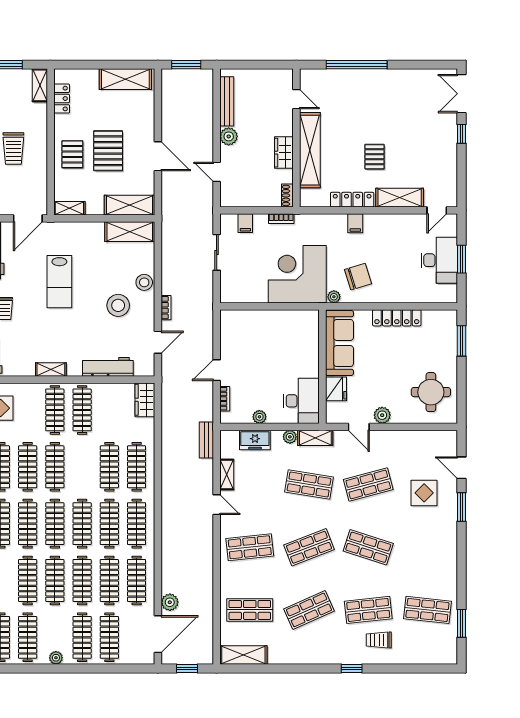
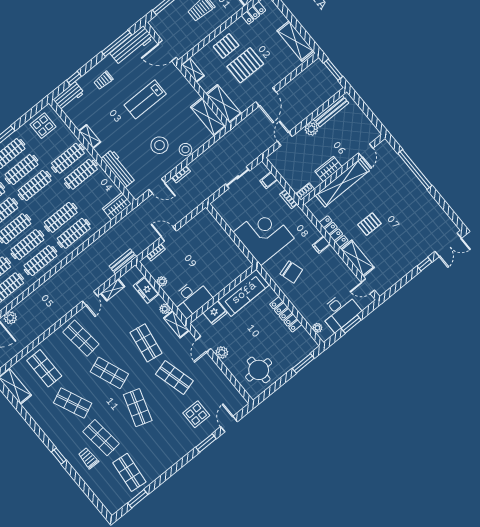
double door: (461, 94) -> (448, 245), swing flipped
plant: (334, 297) -> (317, 328), moved

